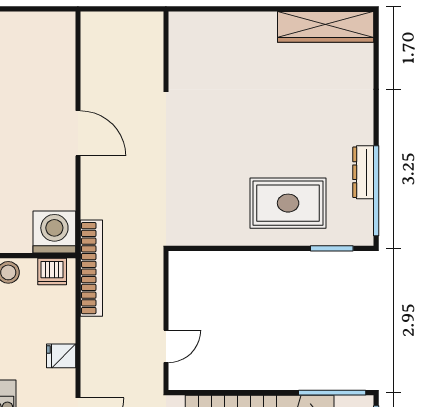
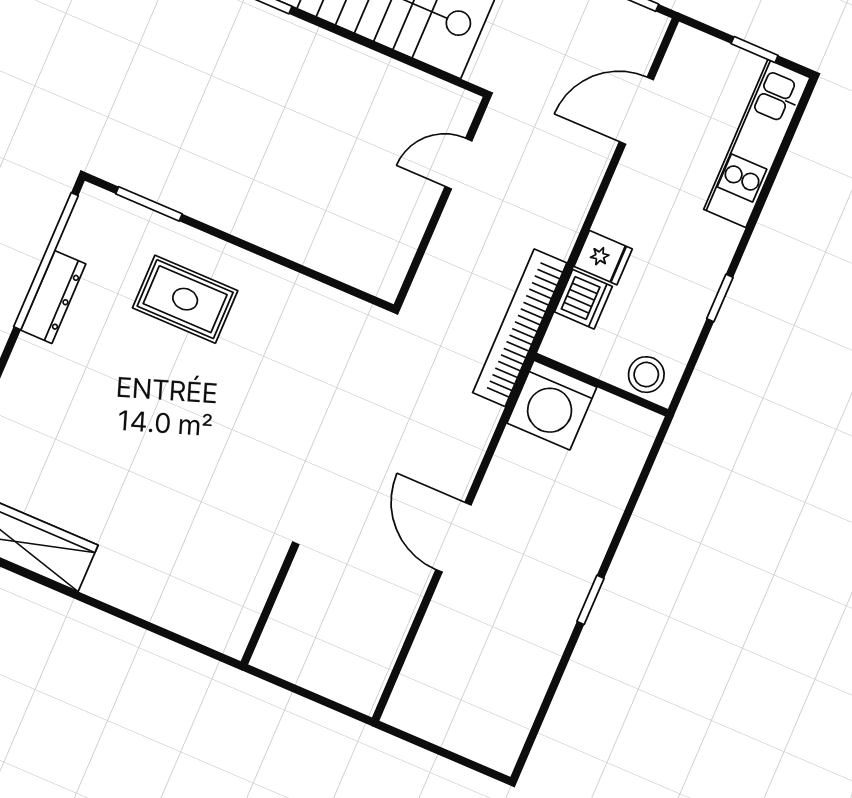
rug: (288, 203) -> (185, 299), width x0.73, depth x0.70
dishwasher: (52, 271) -> (583, 299), moved, turned 90
fridge: (61, 356) -> (603, 258), moved

